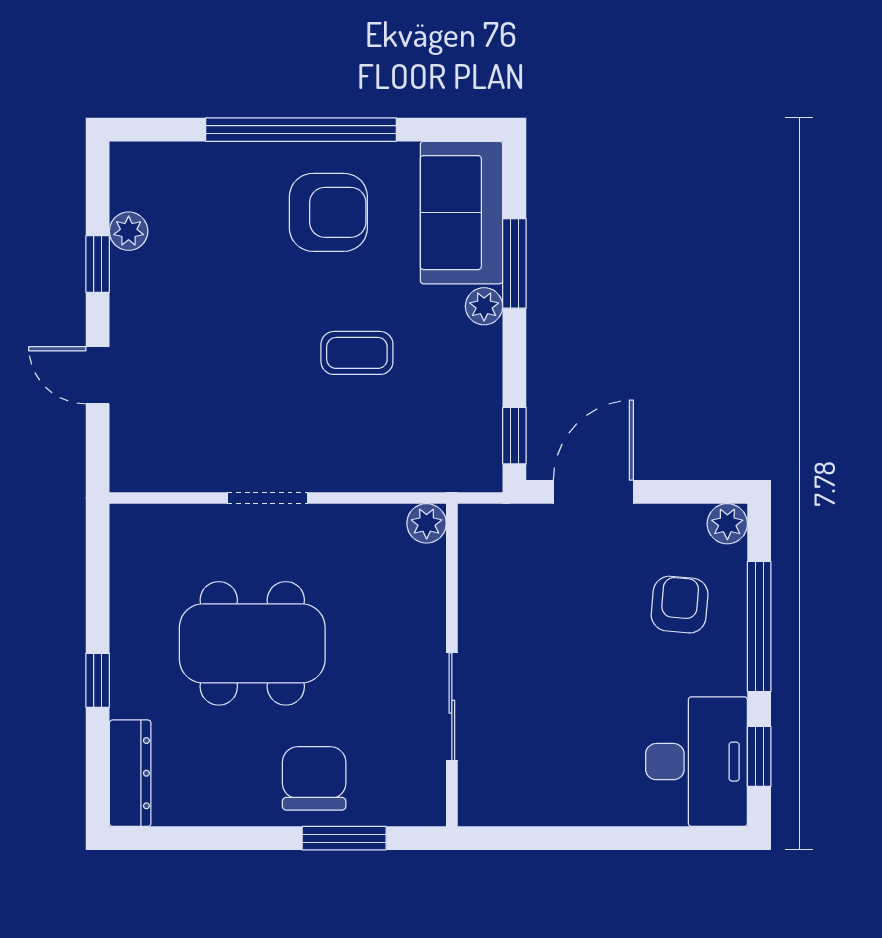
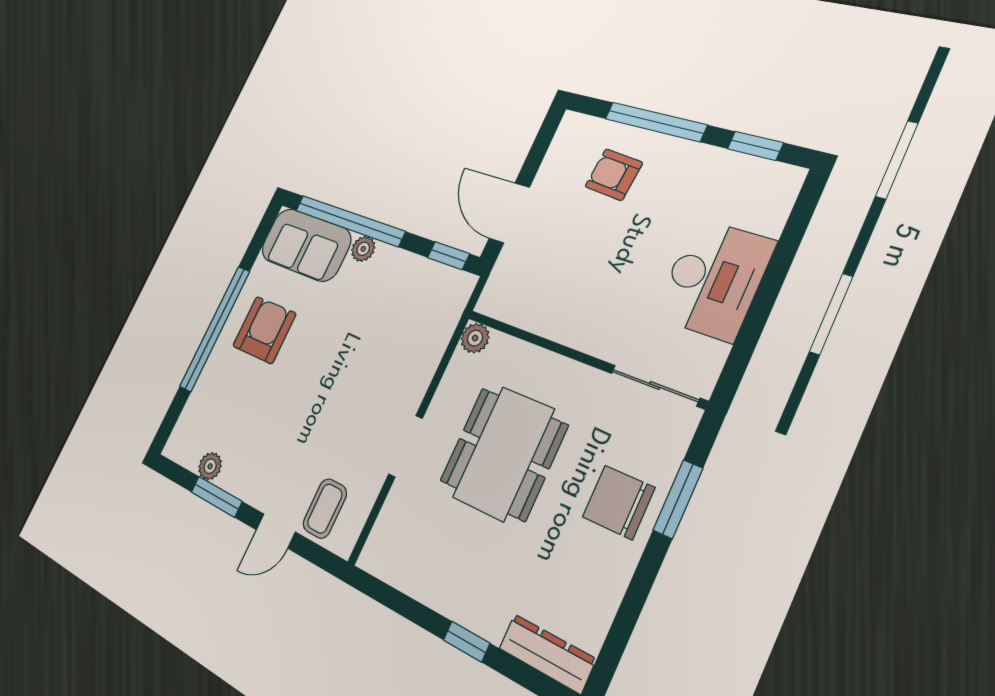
window: (514, 263) -> (349, 221), width x2.11
window: (98, 264) -> (217, 497), width x1.50
coffee table: (357, 353) -> (325, 509), moved
plant: (727, 524) -> (573, 126), removed
dining table: (252, 643) -> (503, 453), moved
sliding door: (452, 707) -> (655, 385), moved
desk: (696, 762) -> (714, 279), moved, turned 90

